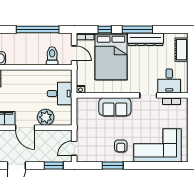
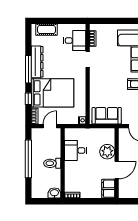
toilet: (52, 56) -> (52, 163), moved
desk: (60, 93) -> (75, 150), moved, turned -90
sofa: (115, 107) -> (107, 116), moved, turned -90

